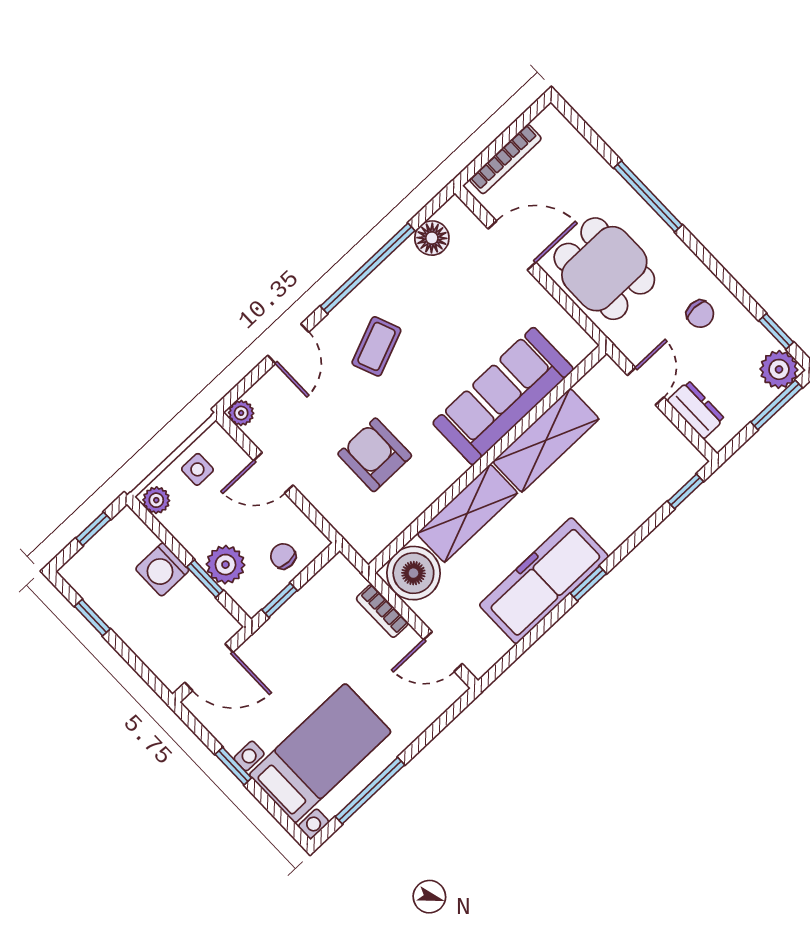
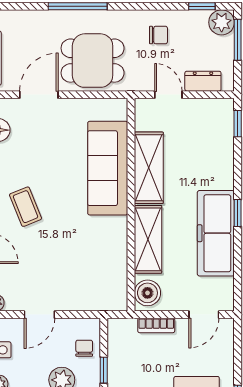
armchair: (375, 455) -> (77, 257), removed
chair: (283, 556) -> (84, 348), turned 90
boiler: (413, 573) -> (147, 293), width x0.73, depth x0.73

